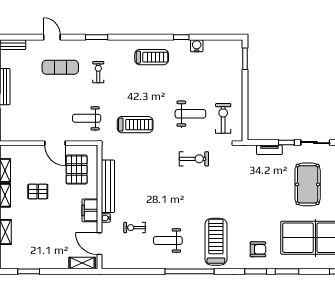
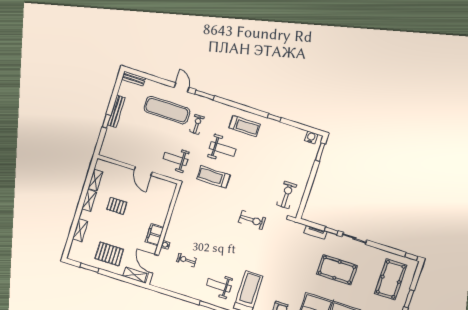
door: (52, 37) -> (182, 87), moved
water cooler: (197, 46) -> (311, 137), moved
exercise mat: (60, 67) -> (167, 110), width x1.36, depth x1.45
weight bench: (190, 114) -> (223, 149), moved
treadmill: (135, 125) -> (213, 177), turned 180
pallet: (77, 170) -> (109, 254), moved, turned 90
pool table: (308, 184) -> (337, 270), turned 90
bench: (108, 186) -> (175, 220), removed
weight bench: (168, 240) -> (219, 285), moved

